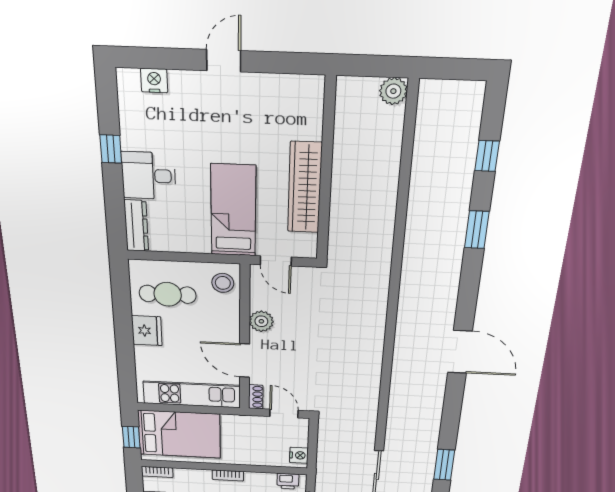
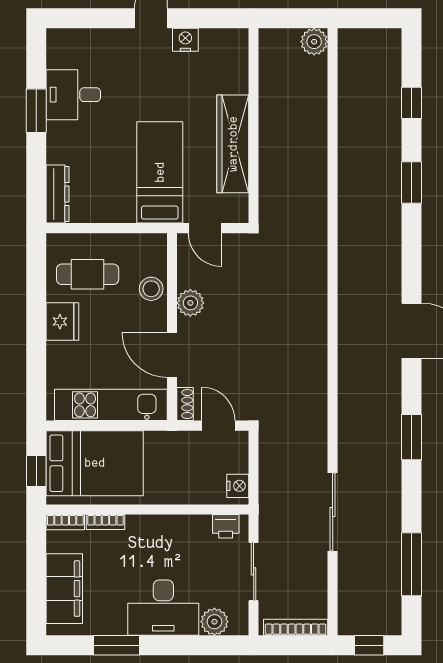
nightstand: (154, 81) -> (185, 40), moved
window: (111, 149) -> (36, 111), width x1.50
desk: (149, 176) -> (73, 95), moved
stool: (223, 283) -> (151, 289), moved
window: (444, 465) -> (411, 437), moved
bookcase: (228, 475) -> (105, 522), moved

